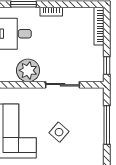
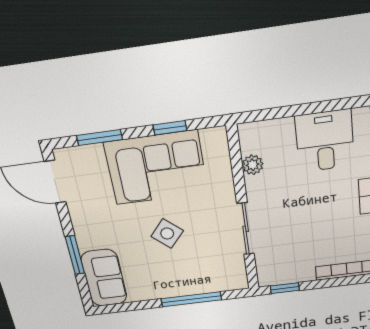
plant: (28, 70) -> (253, 165), width x0.53, depth x0.53

